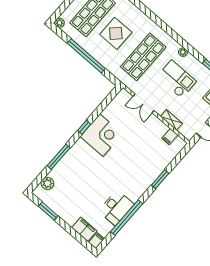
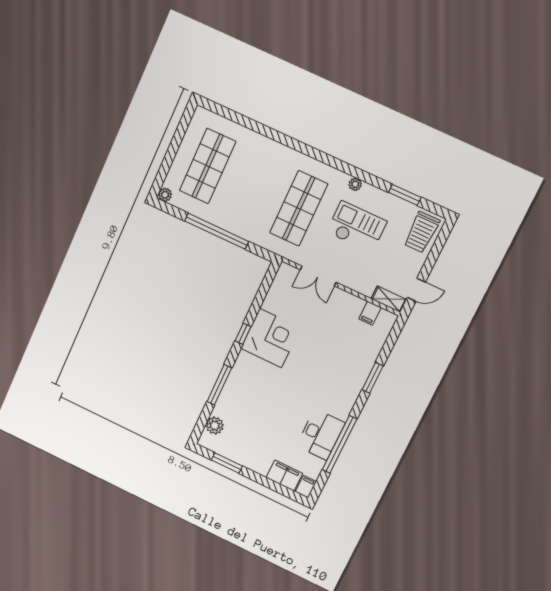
display table: (116, 33) -> (249, 186), removed
shelving: (171, 120) -> (389, 299), moved

